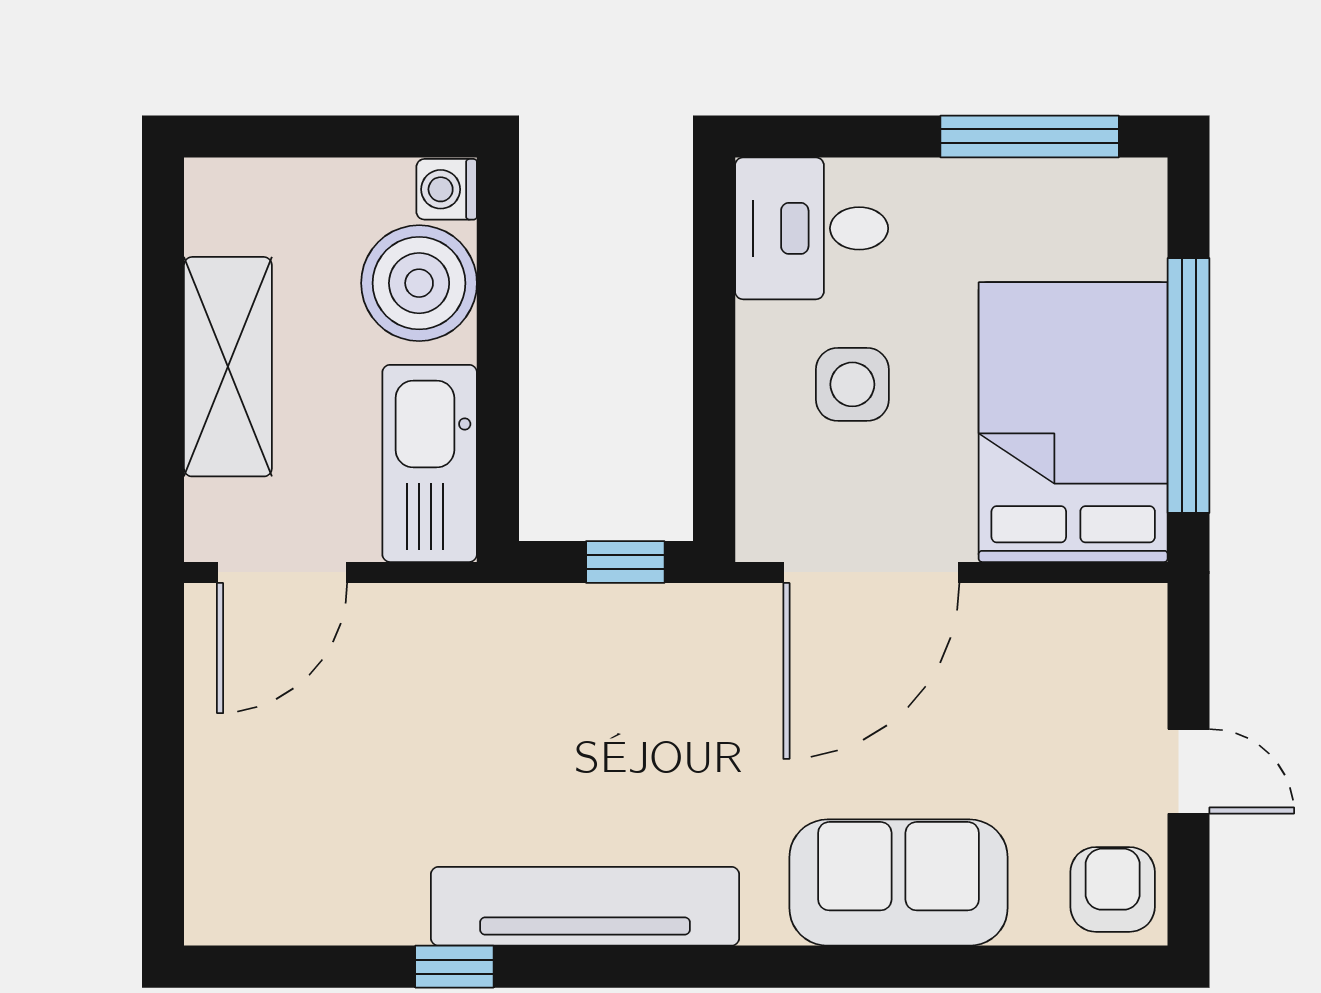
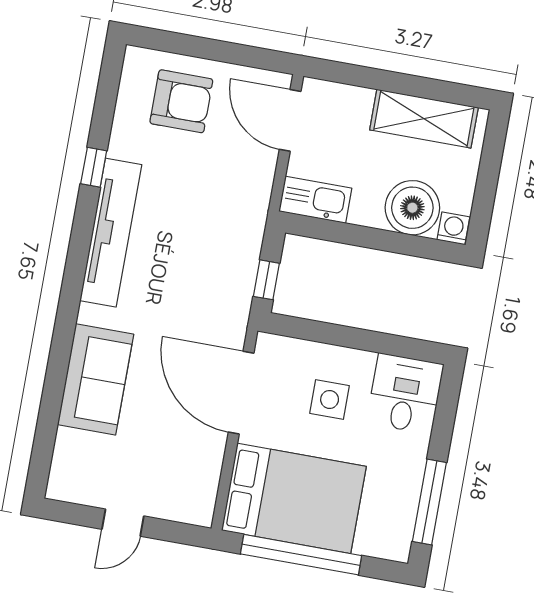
shelving: (228, 367) -> (424, 119), moved
kitchen sink: (430, 463) -> (315, 200), width x0.73, depth x0.81
armchair: (1113, 889) -> (181, 101), moved, width x1.38, depth x1.38

